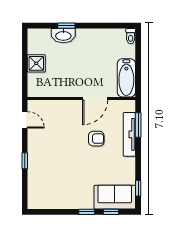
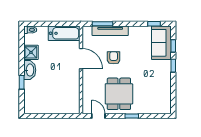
washbasin: (63, 36) -> (30, 70), moved
shower: (36, 63) -> (31, 52), moved
door: (25, 120) -> (98, 116), hinge flipped
dining table: (52, 145) -> (119, 94), added

